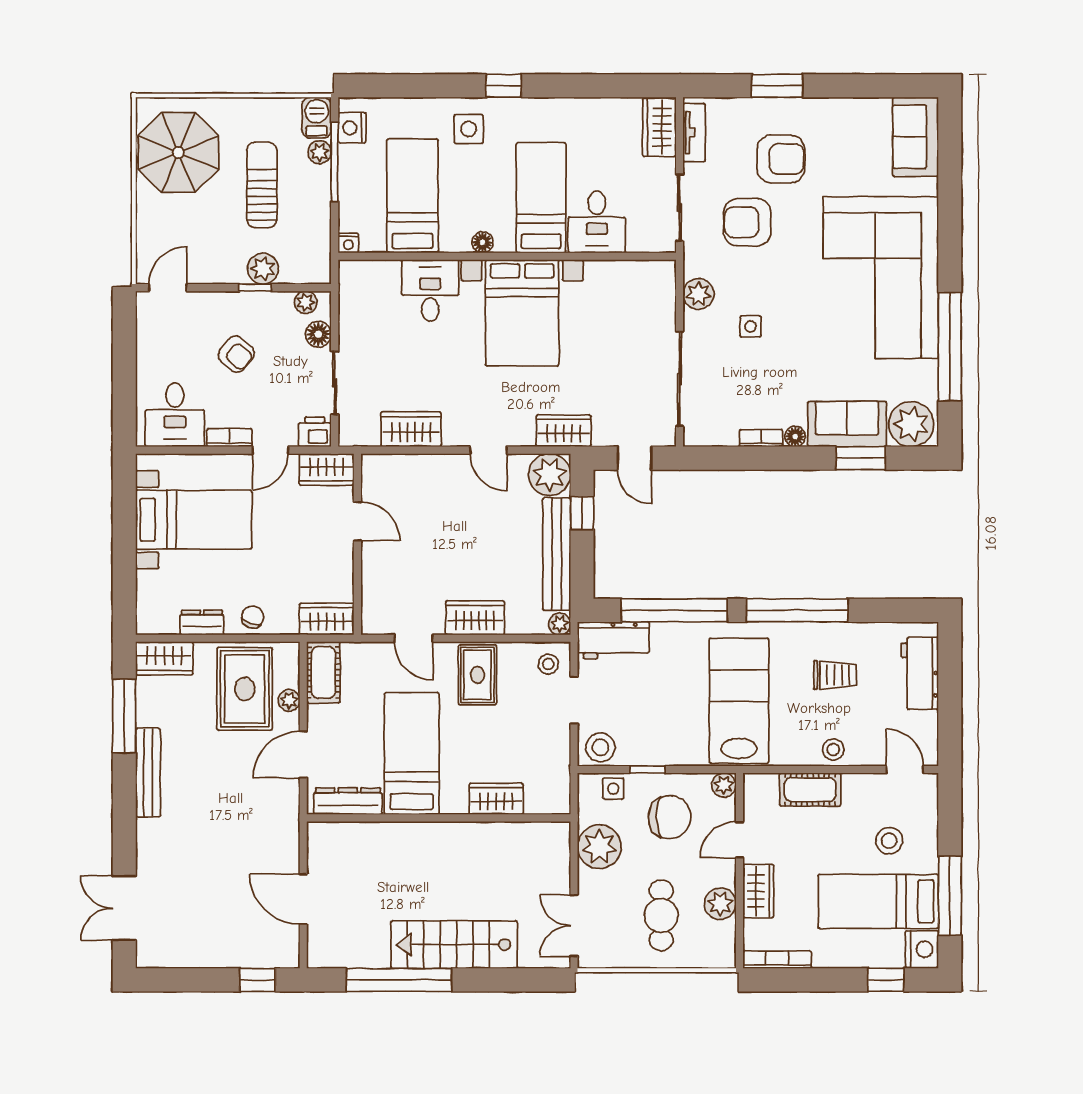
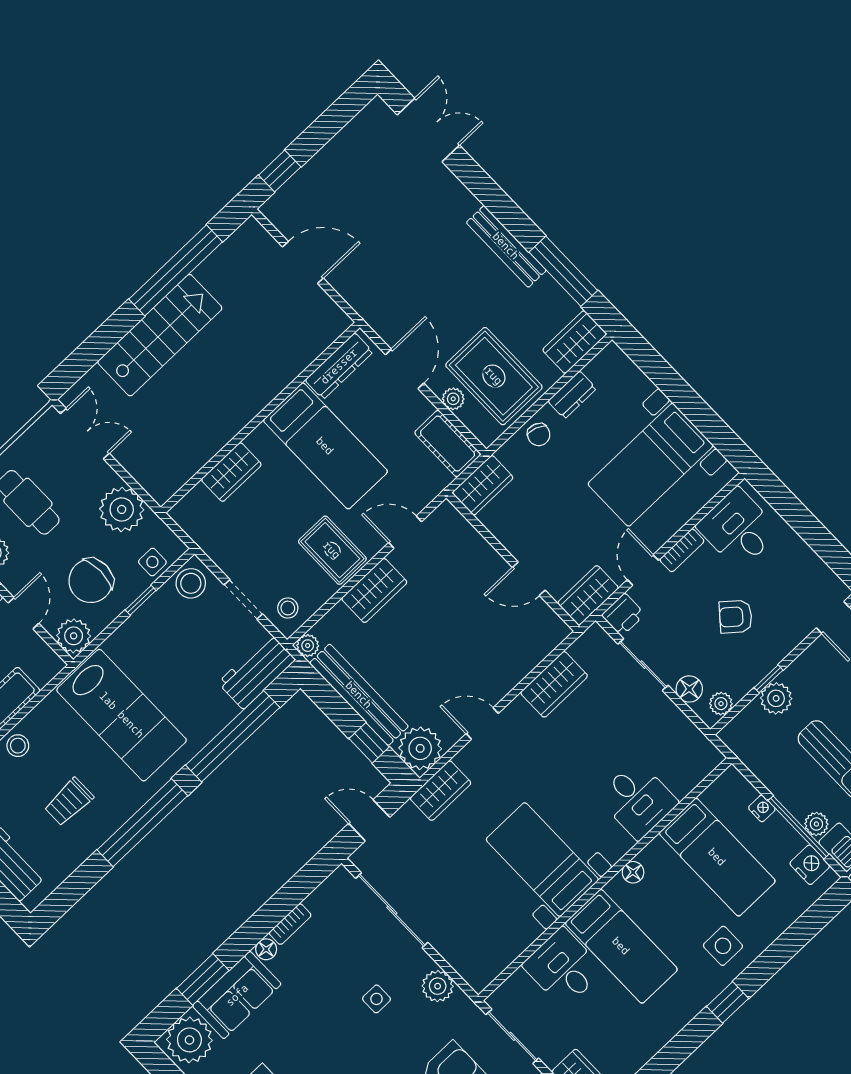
nightstand: (348, 243) -> (762, 808), moved, turned 90
bed with nightstands: (522, 313) -> (542, 860), width x0.73
plant: (724, 785) -> (74, 636), width x1.38, depth x1.38

